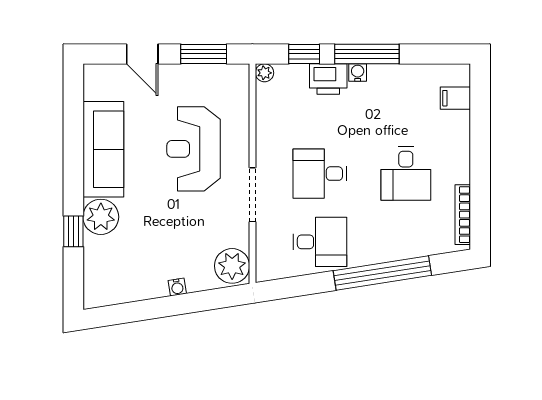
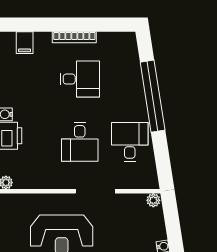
bookcase: (463, 215) -> (74, 37), moved
plant: (232, 266) -> (153, 200), width x0.53, depth x0.53

